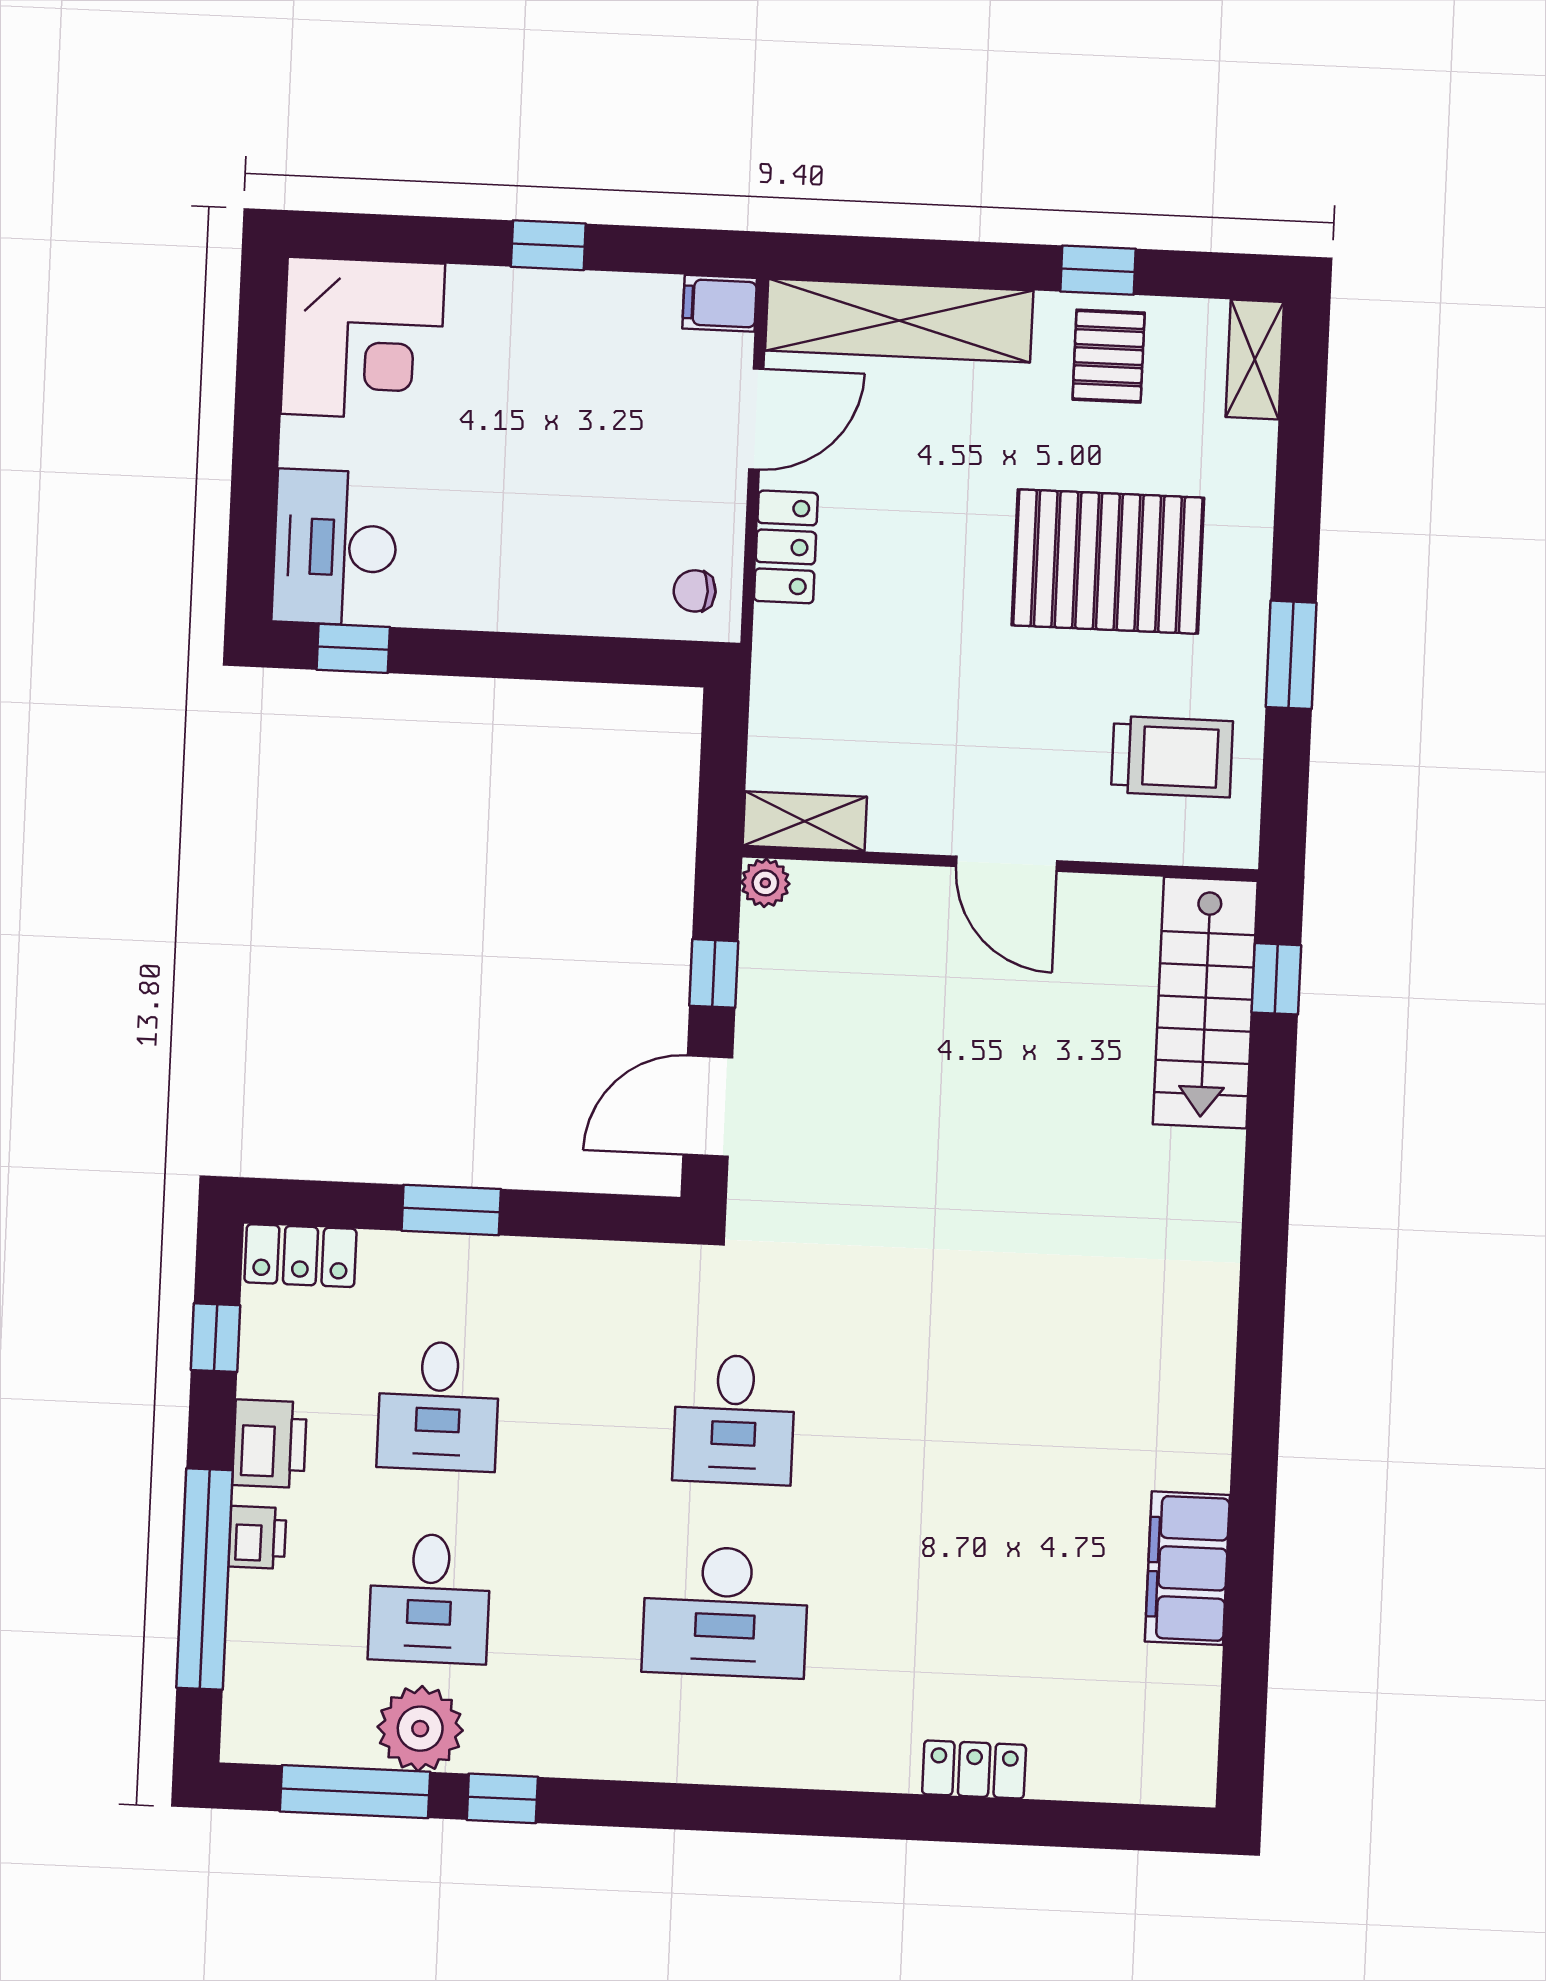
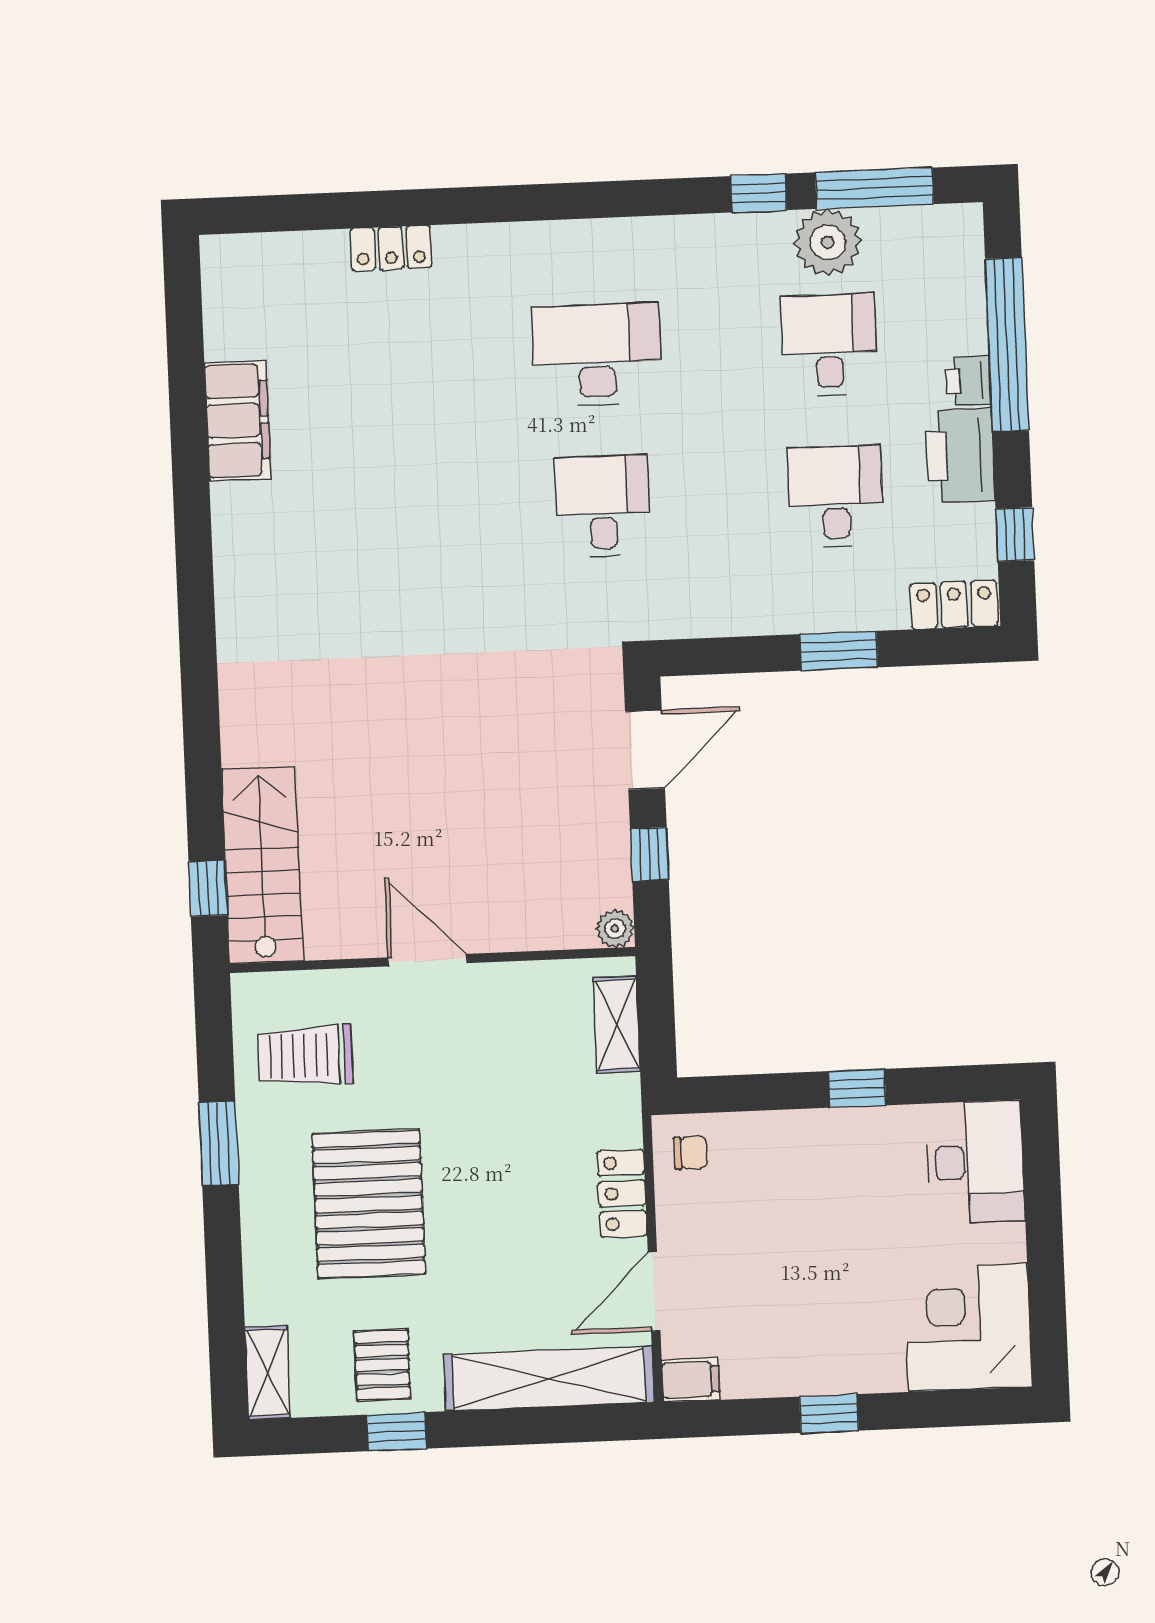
pallet: (1108, 562) -> (369, 1204), turned 90
window: (353, 648) -> (857, 1088), moved
shelving: (805, 821) -> (617, 1025), moved, turned 90
printer: (270, 1444) -> (960, 455), width x1.37, depth x1.19

